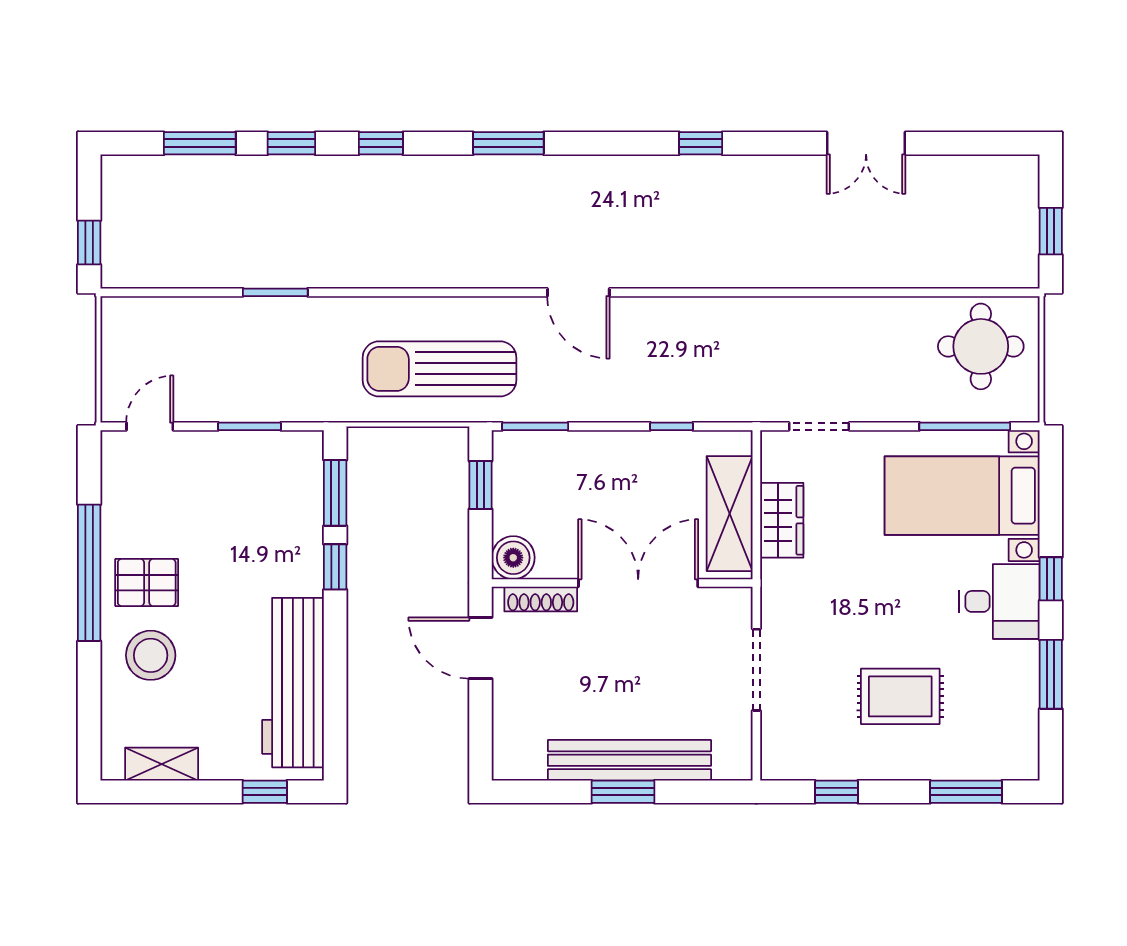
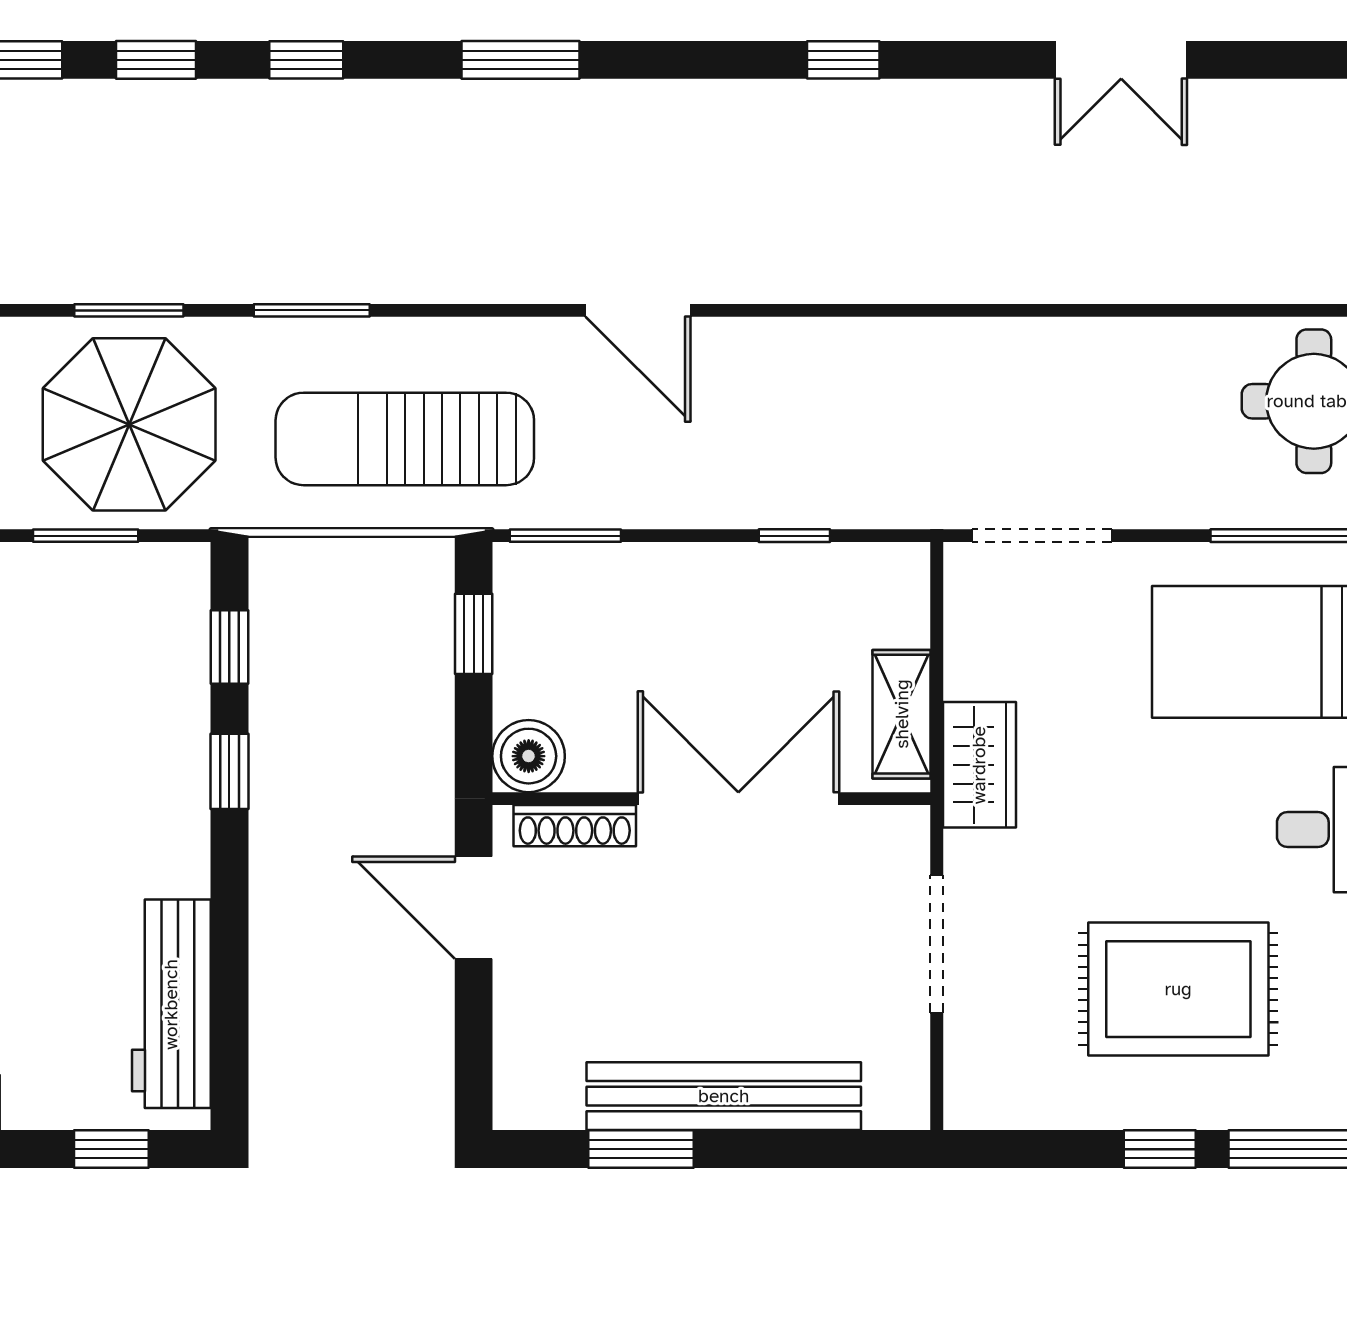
window: (384, 292) -> (312, 310), added
parasol: (275, 360) -> (129, 424), added
doorway: (819, 426) -> (1042, 536), width x1.38
window: (335, 493) -> (229, 647), width x0.67
shelving: (730, 514) -> (902, 714), width x0.67, depth x0.75
wardrobe: (782, 520) -> (979, 765), moved
workbench: (293, 683) -> (171, 1004), width x0.73, depth x0.76
rug: (900, 696) -> (1178, 989), width x1.36, depth x1.43
window: (623, 792) -> (641, 1149), moved
window: (837, 792) -> (1160, 1149), moved

